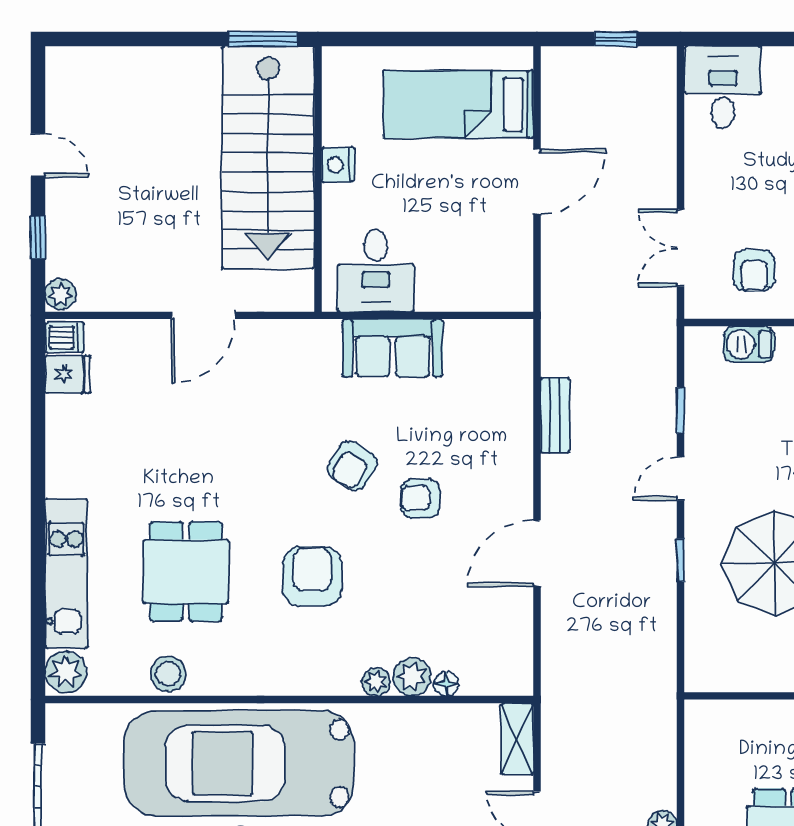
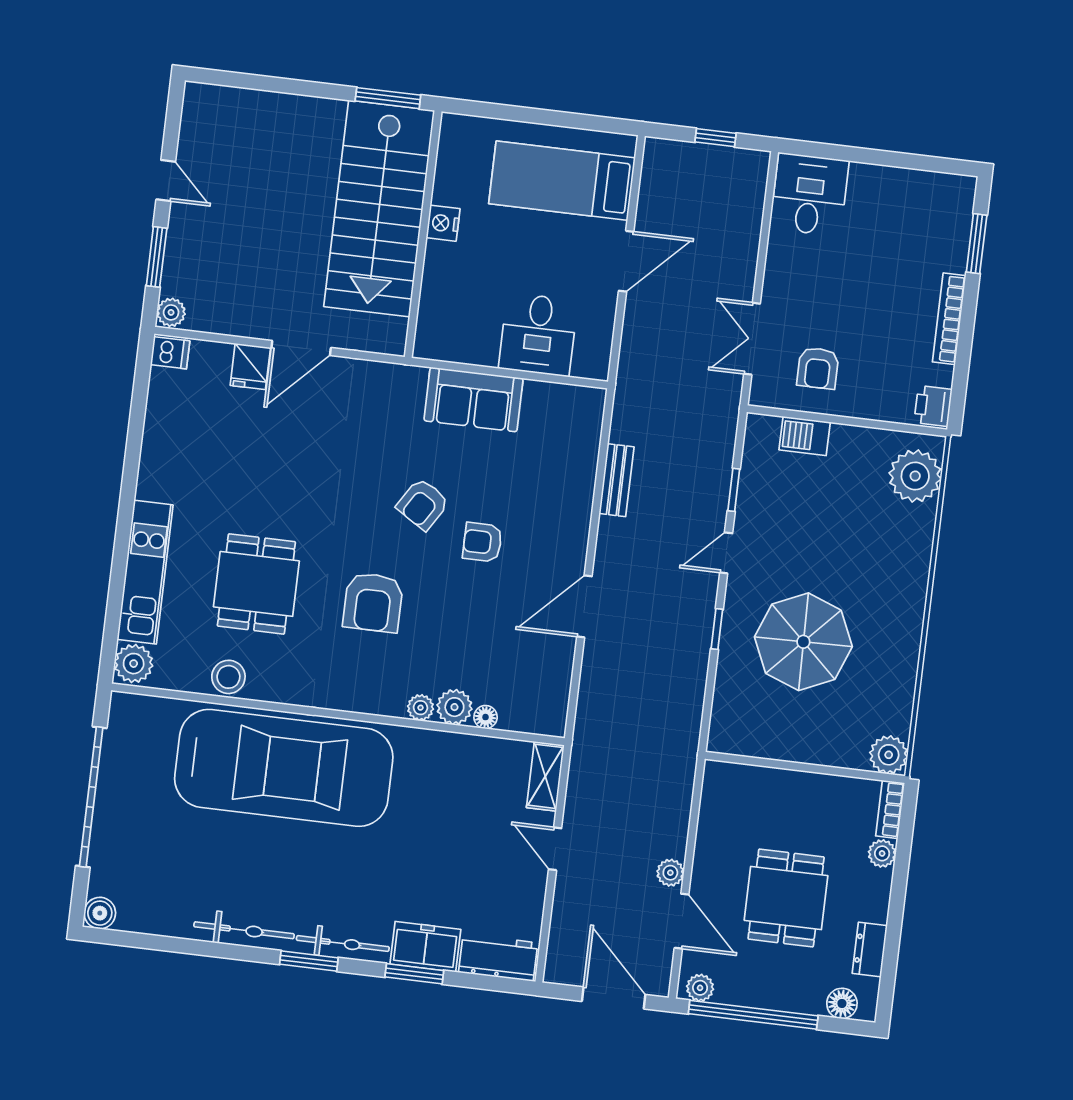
window: (38, 237) -> (157, 257), width x1.50
desk: (376, 271) -> (538, 334), moved
fridge: (68, 374) -> (250, 367), moved, turned 90
armchair: (312, 576) -> (373, 602), turned 180
car: (239, 763) -> (284, 768), turned 180

